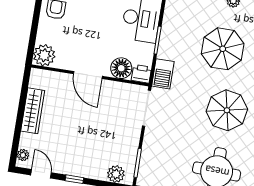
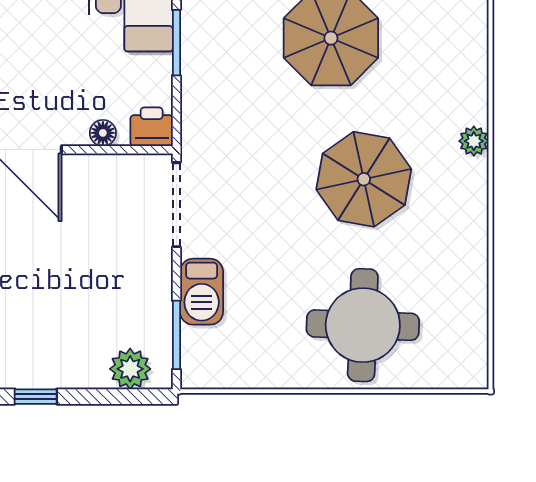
floor lamp: (121, 68) -> (103, 133), width x0.53, depth x0.53
barbecue: (163, 74) -> (202, 292), moved

